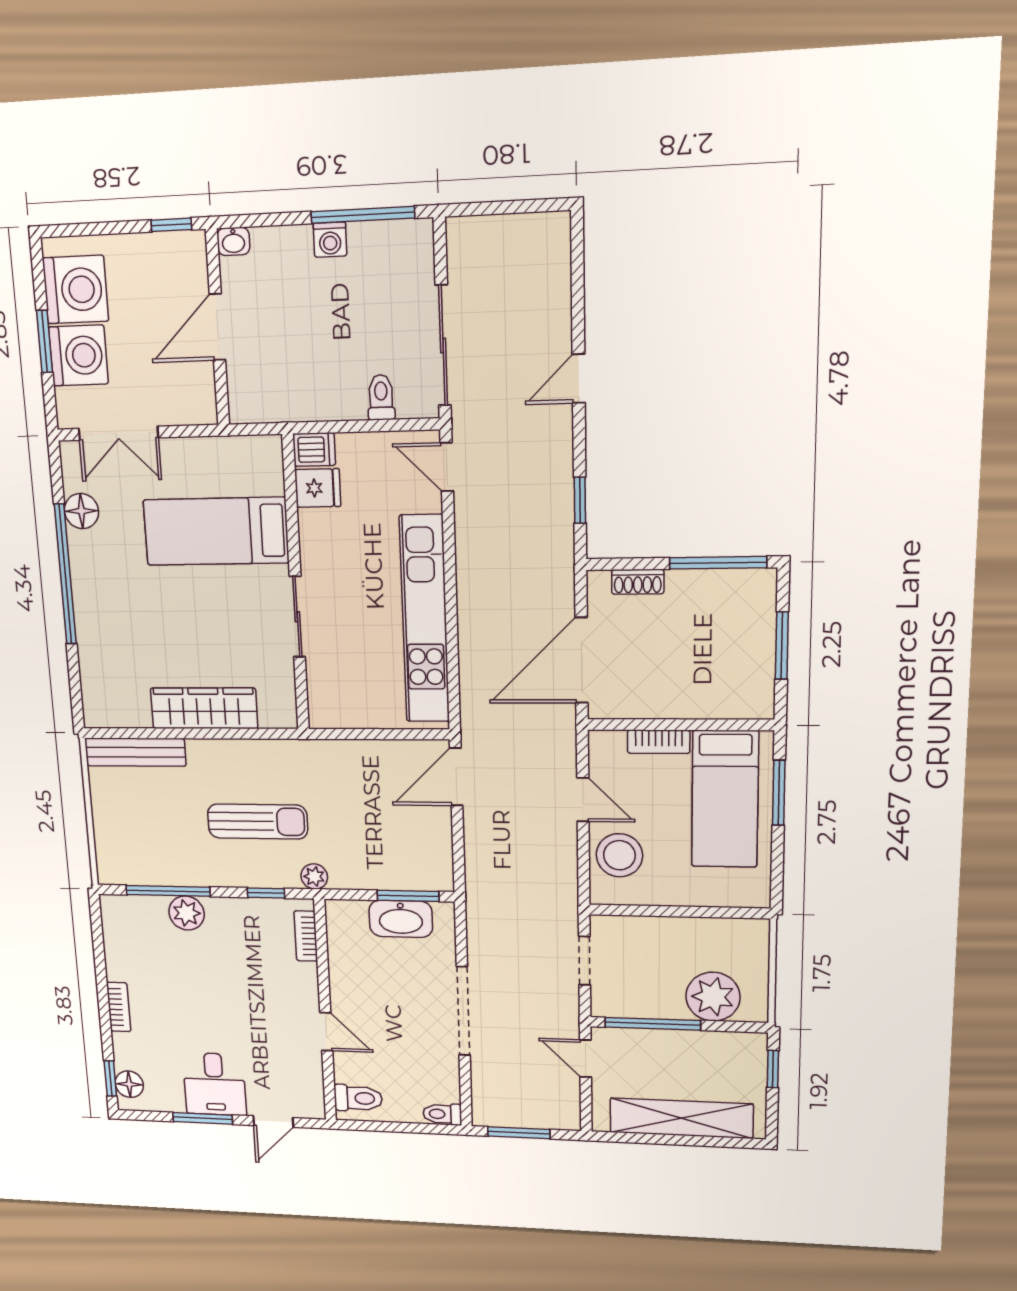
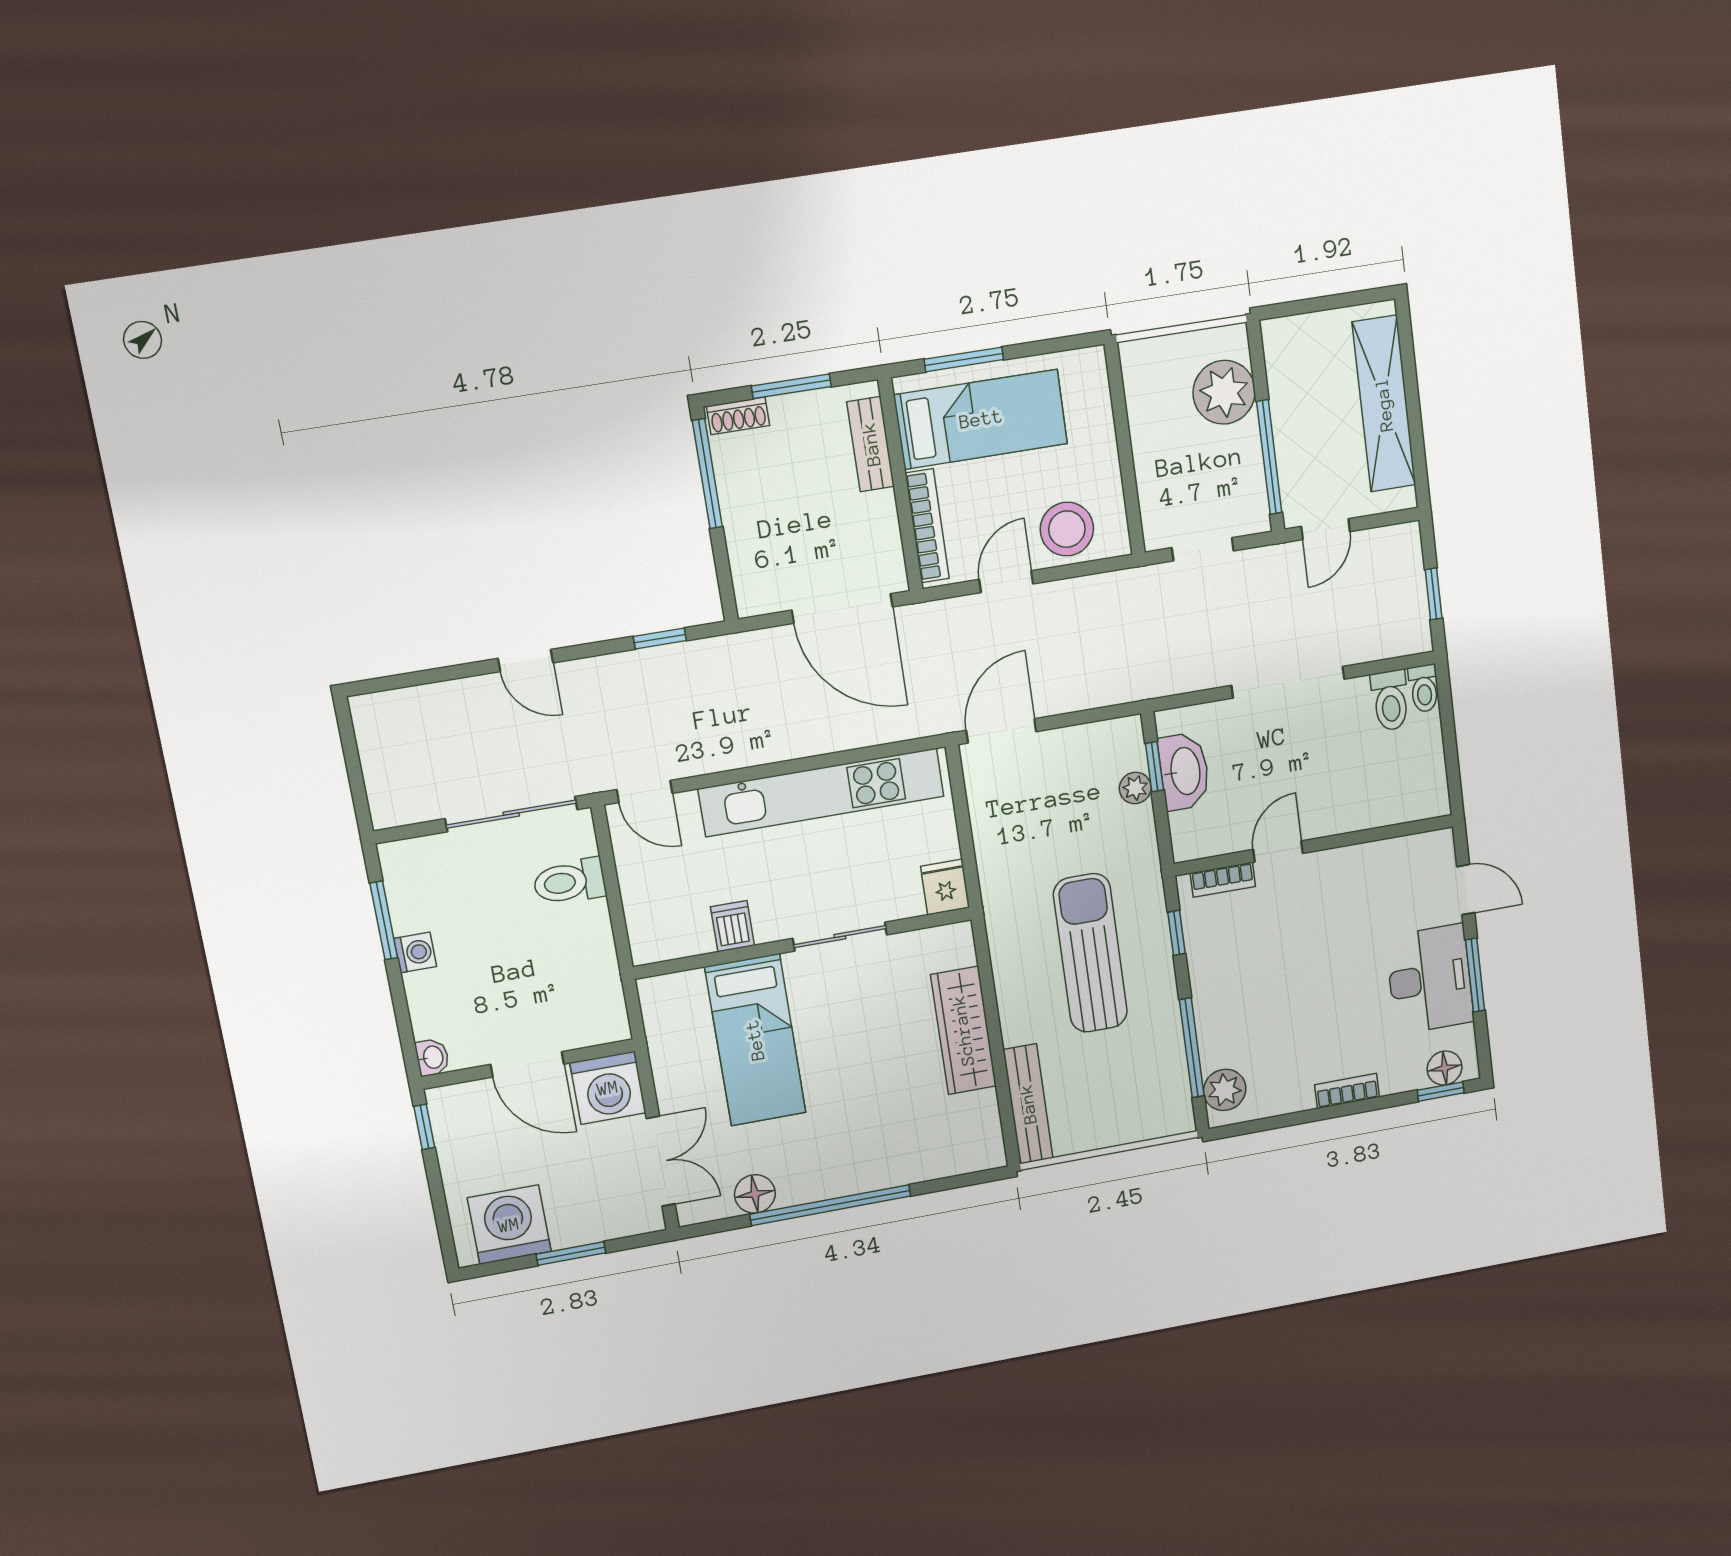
window: (363, 215) -> (384, 920), width x0.69
washing machine: (78, 355) -> (608, 1088), moved, turned 180
toilet: (381, 397) -> (569, 882), width x1.37, depth x1.39
dishwasher: (314, 450) -> (732, 926), moved
door: (447, 467) -> (644, 791), hinge flipped
fridge: (318, 488) -> (945, 887), moved
shoe rack: (638, 582) -> (738, 416), moved, turned 90
bench: (720, 705) -> (871, 444), added
bookcase: (659, 742) -> (927, 526), width x1.56
door: (456, 777) -> (1001, 731), swing flipped
sun lounger: (257, 822) -> (1090, 953), width x1.36, depth x1.34
plant: (314, 876) -> (1135, 788), moved
window: (408, 896) -> (1154, 767), width x0.67
plant: (187, 913) -> (1225, 1090), moved
door: (326, 1032) -> (1278, 851), moved
window: (773, 1069) -> (1304, 306), removed
desk: (215, 1084) -> (1430, 979), width x1.37
toilet: (358, 1098) -> (1390, 700), moved, turned 180
window: (519, 1133) -> (1434, 594), width x0.67

